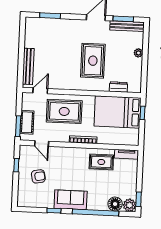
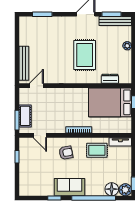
rug: (64, 111) -> (60, 104), removed
armchair: (38, 176) -> (66, 153), moved

